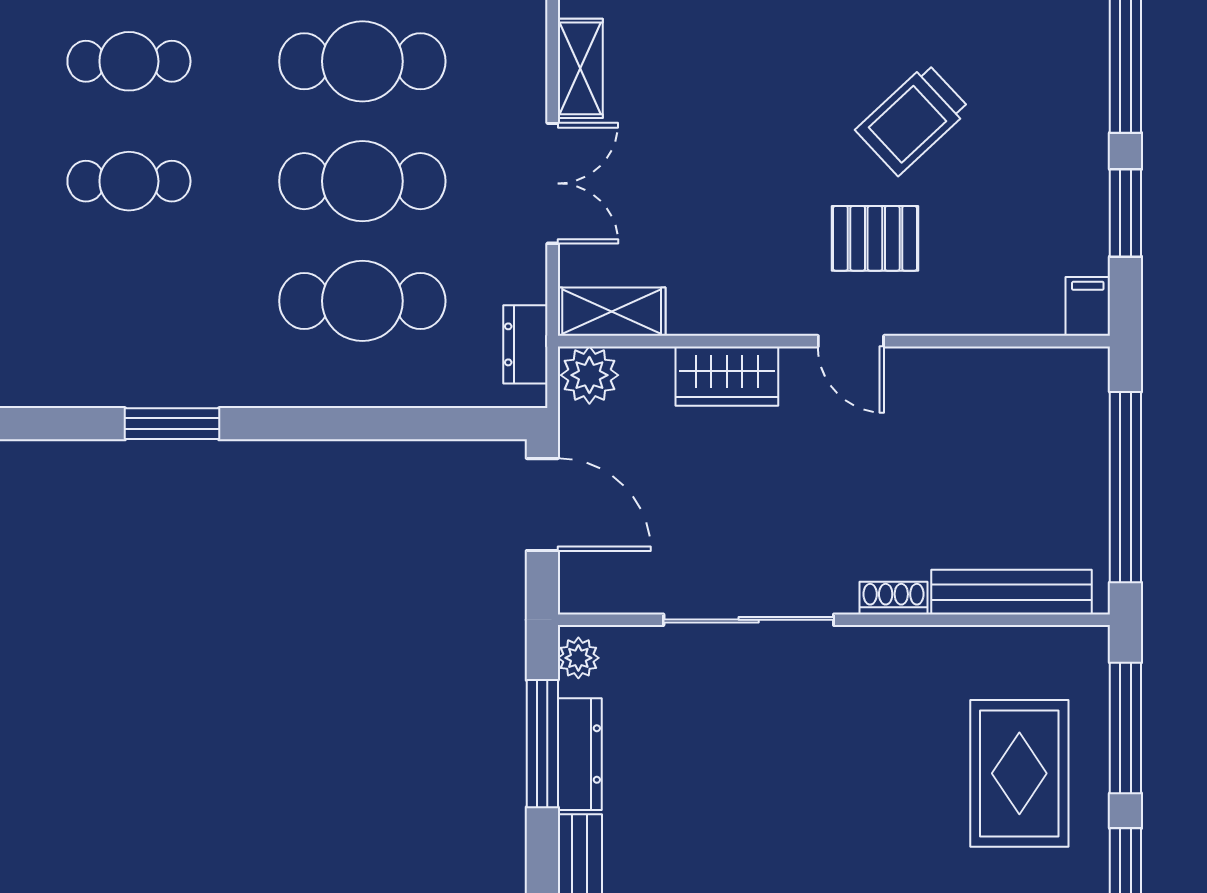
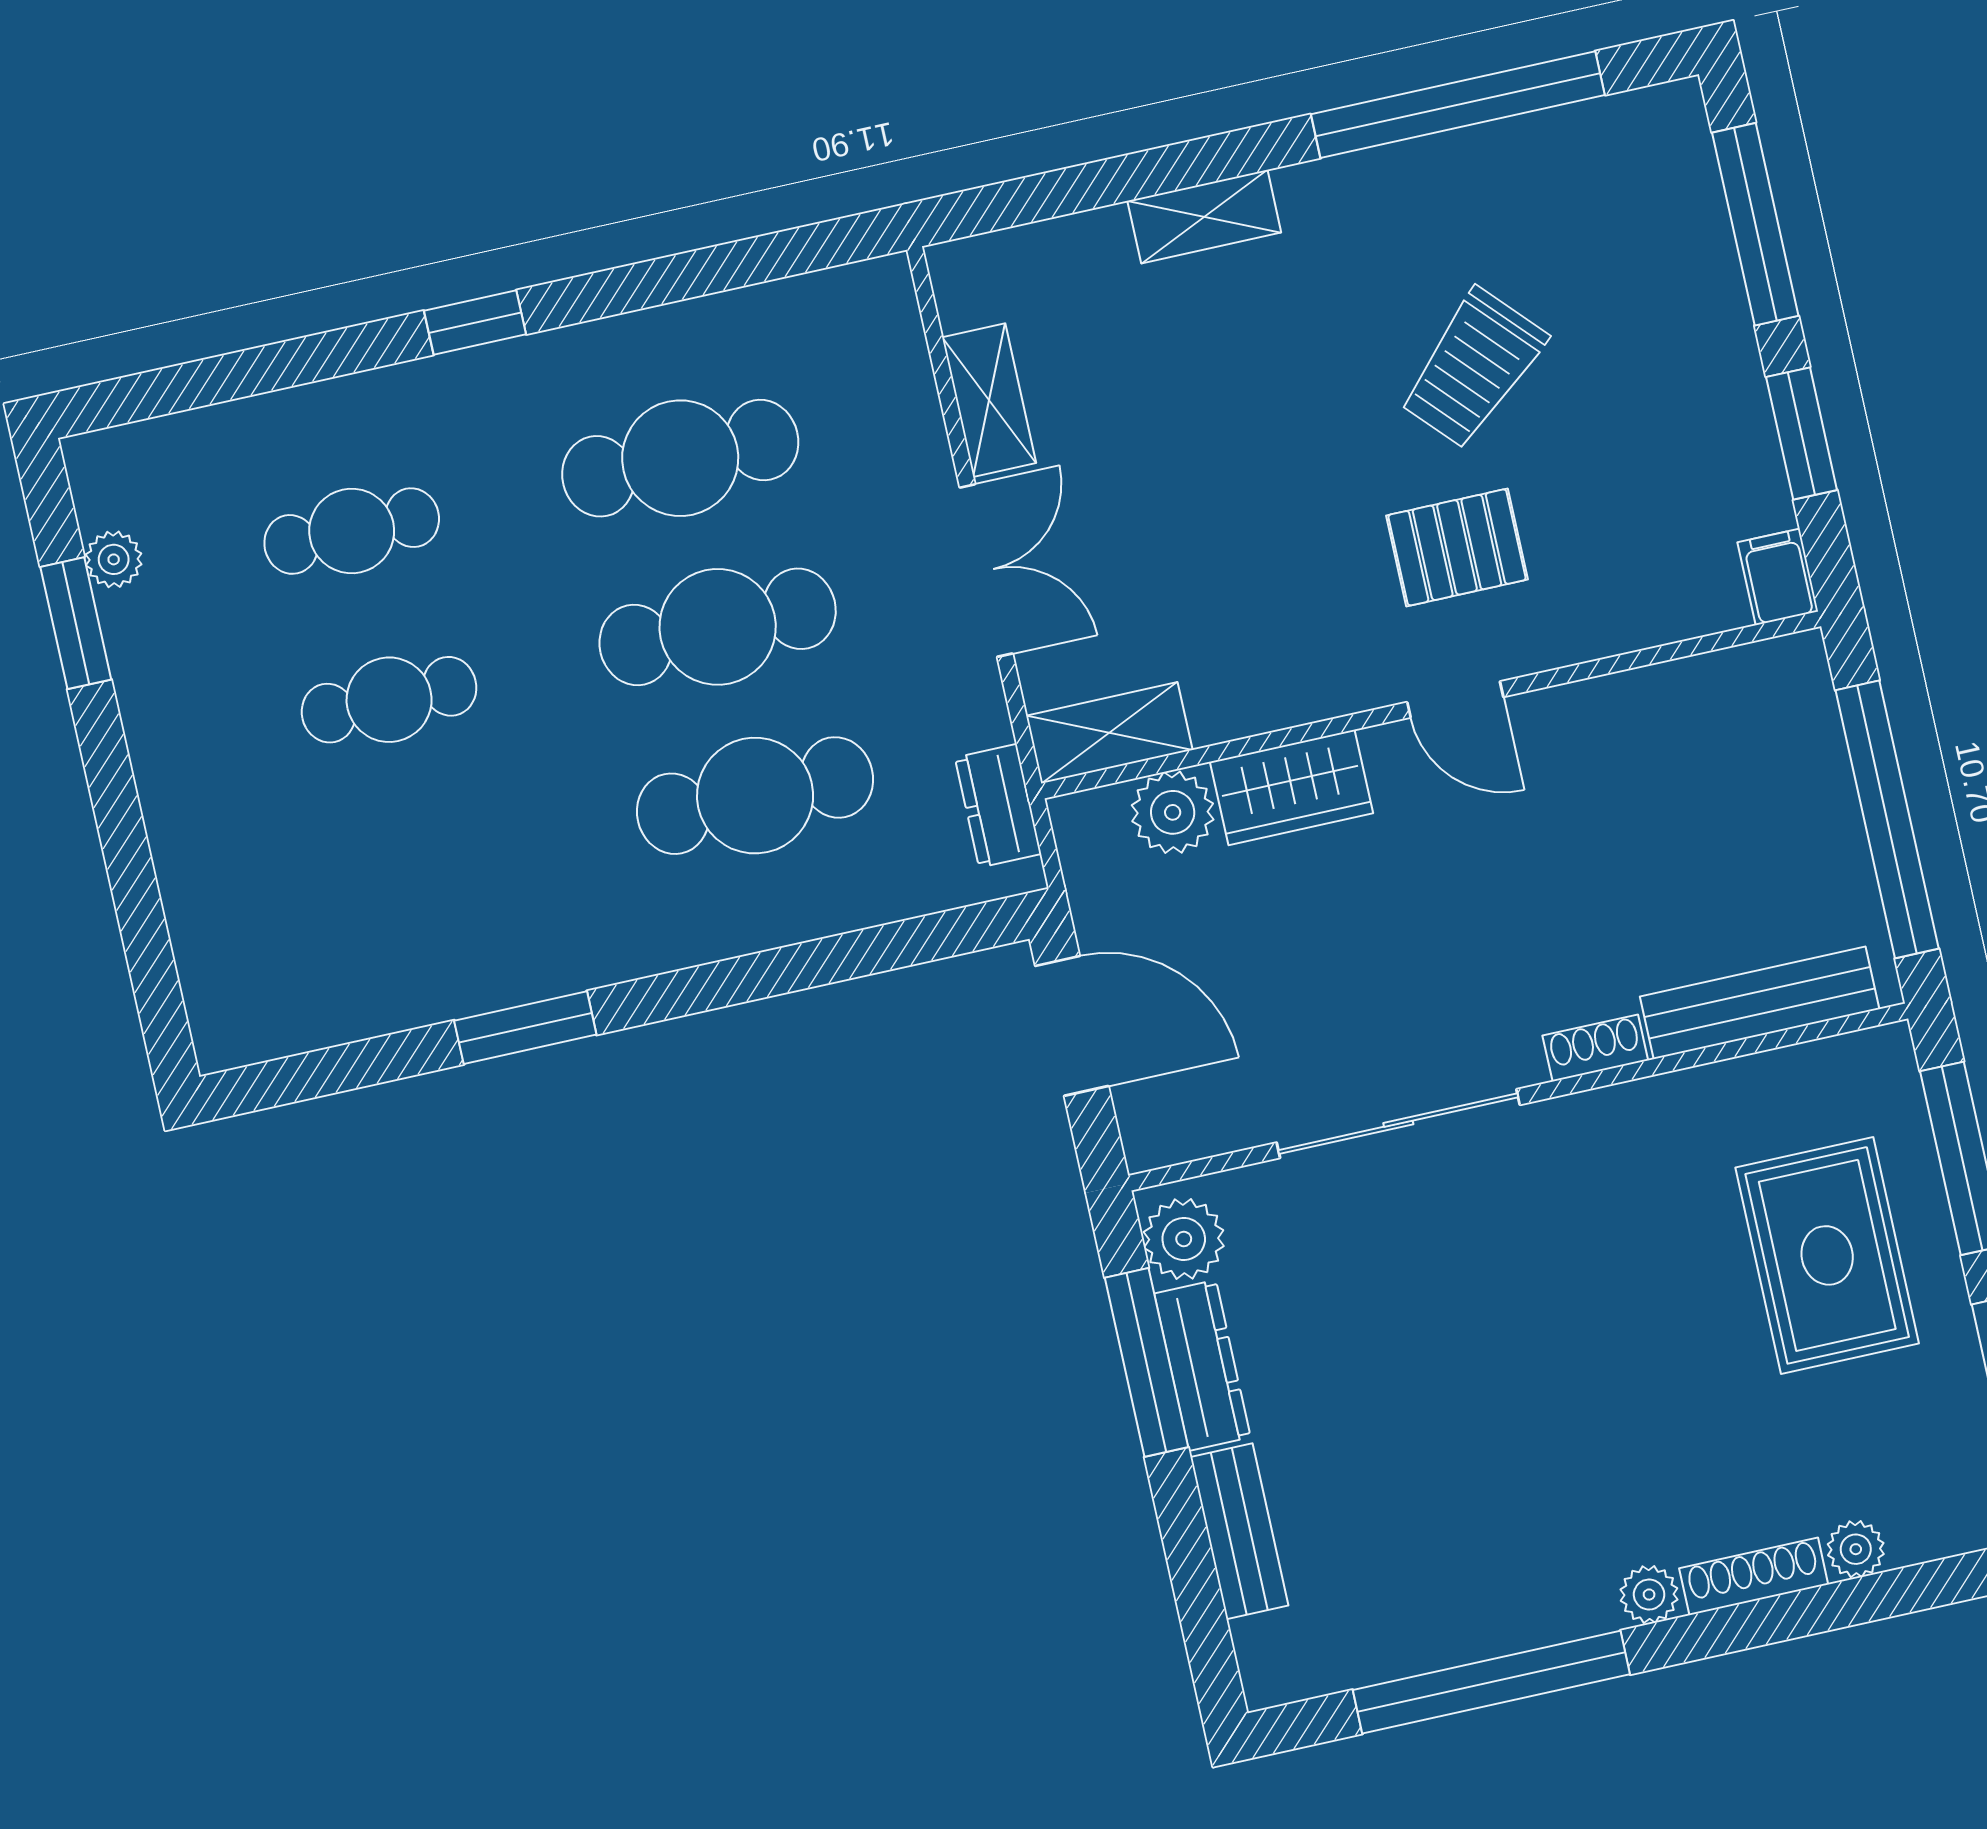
plant: (589, 375) -> (1173, 812), moved
plant: (578, 658) -> (1184, 1239), width x1.38, depth x1.38

